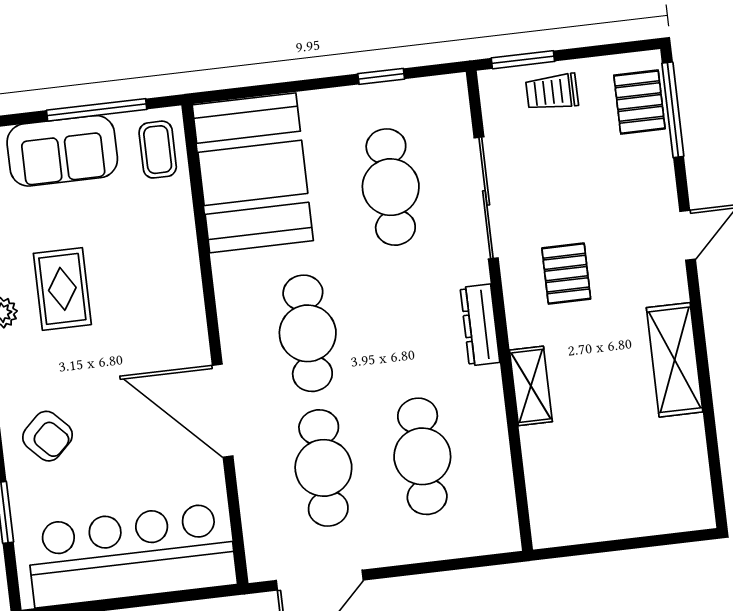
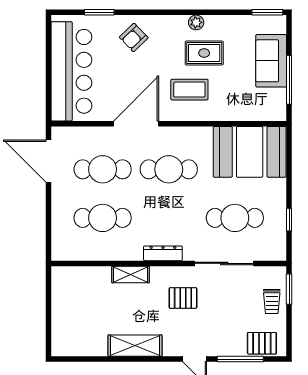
trolley: (552, 92) -> (272, 301), turned 180
window: (673, 110) -> (240, 359), moved
coffee table: (158, 150) -> (189, 90), moved, width x1.36, depth x1.30

